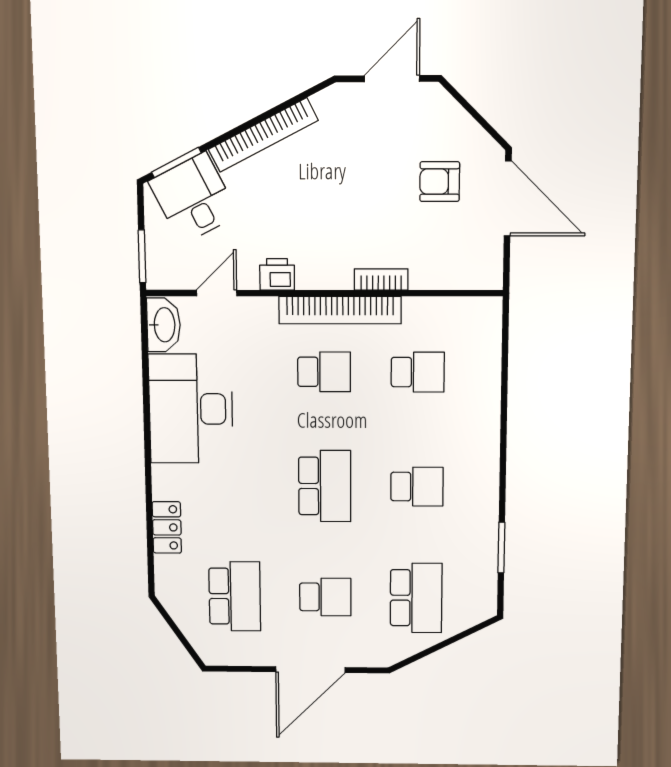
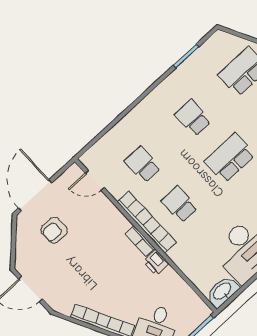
armchair: (440, 182) -> (54, 230), turned 90
bookcase: (381, 279) -> (140, 241), moved
door: (217, 293) -> (95, 180), moved

